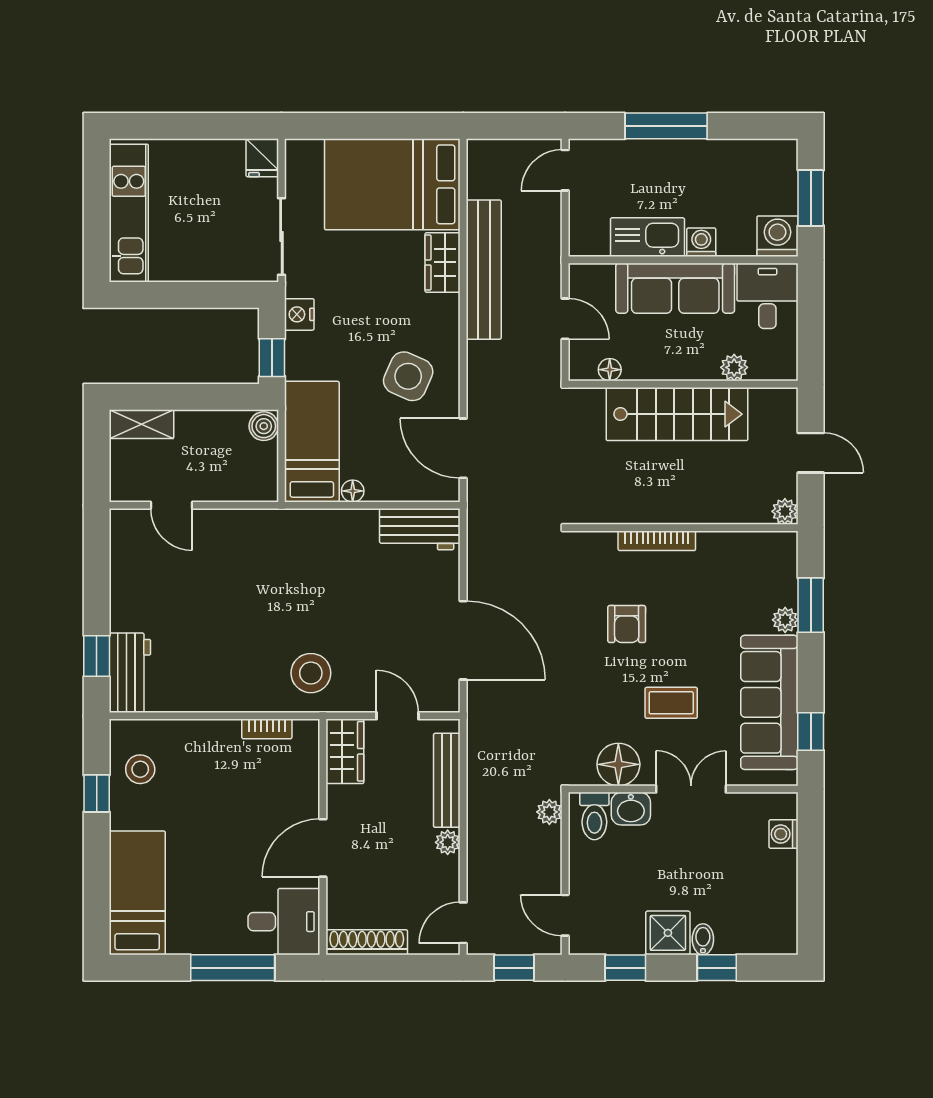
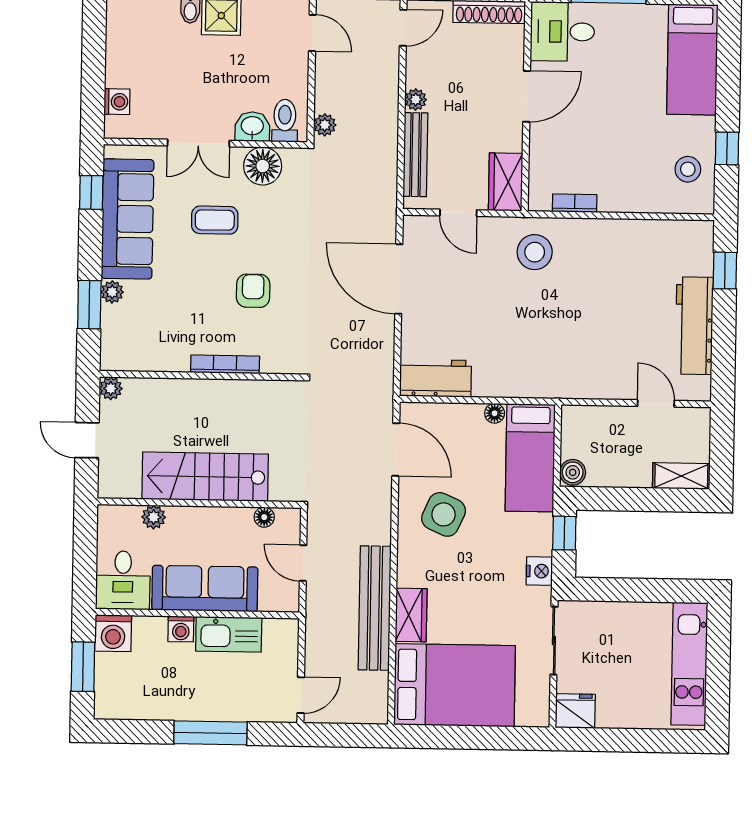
fridge: (262, 158) -> (575, 711), width x1.38
workbench: (130, 673) -> (694, 326), moved, width x1.38

